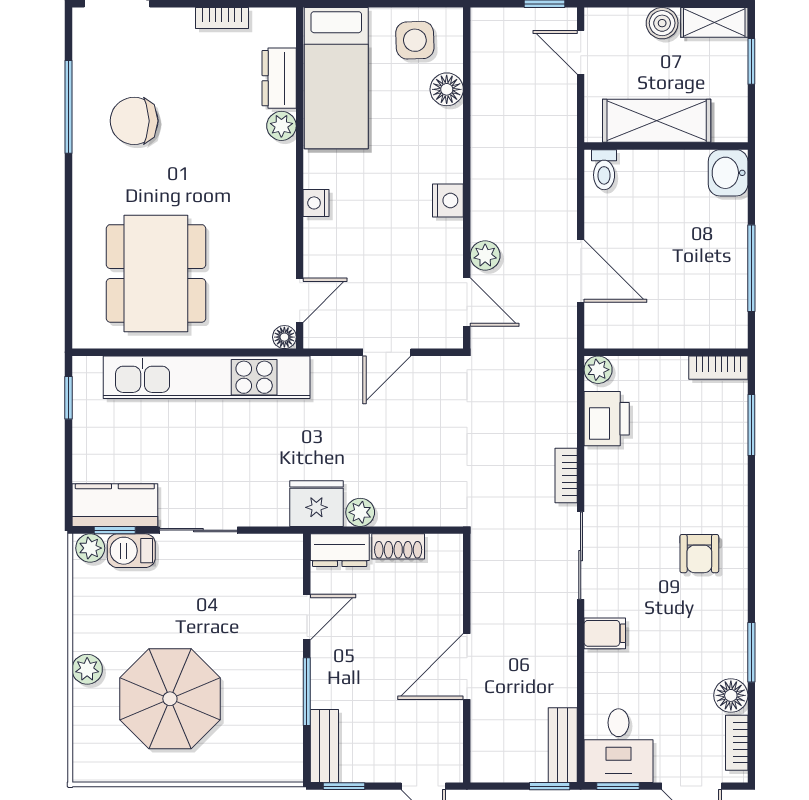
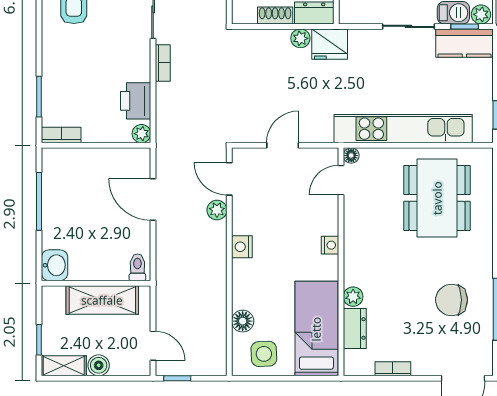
chair: (134, 121) -> (452, 300), turned 180

